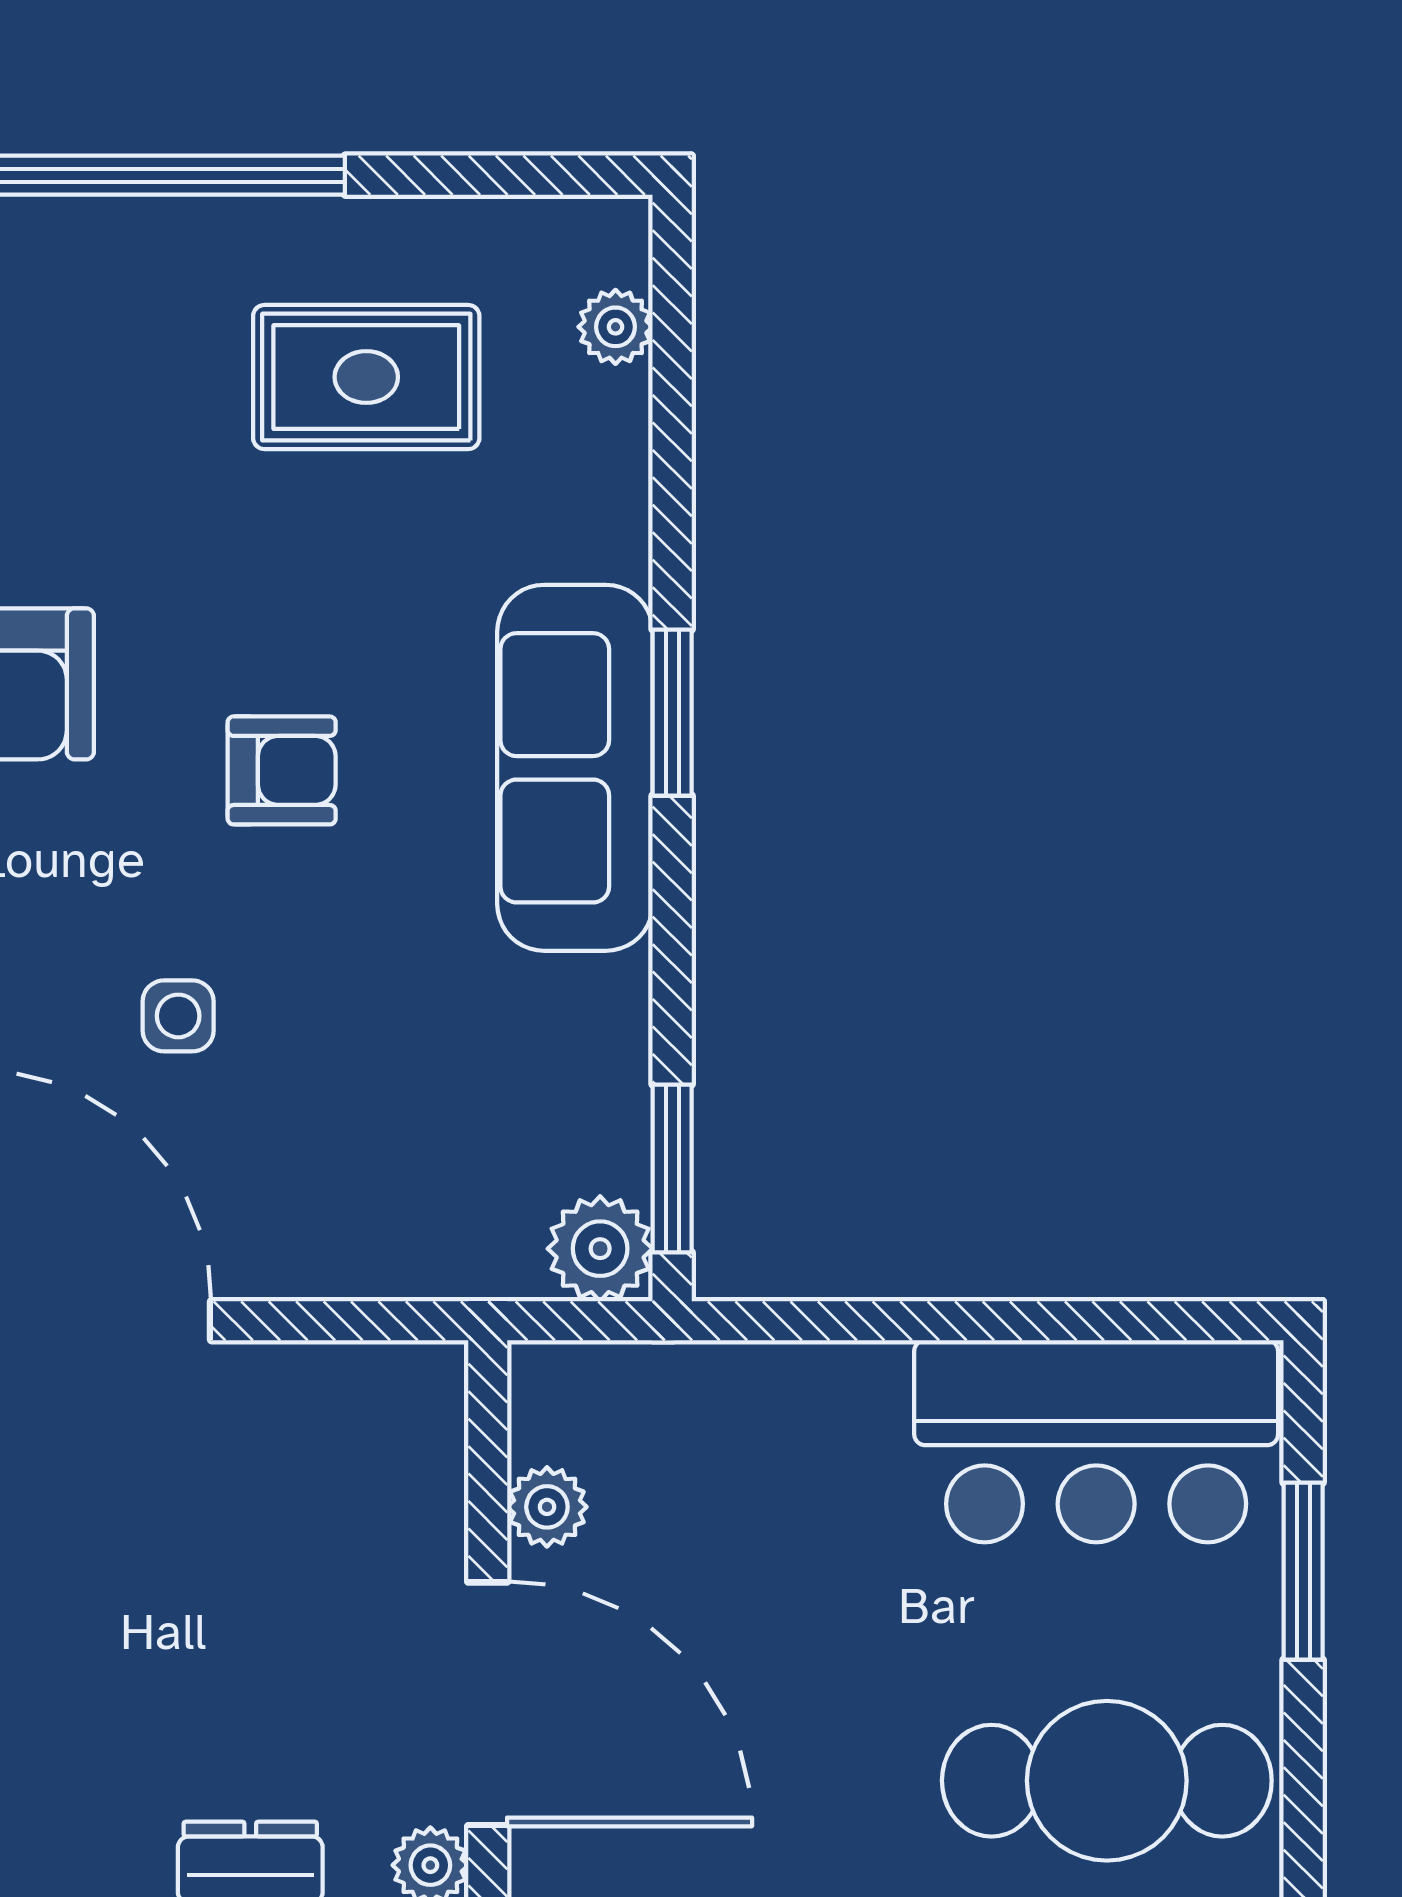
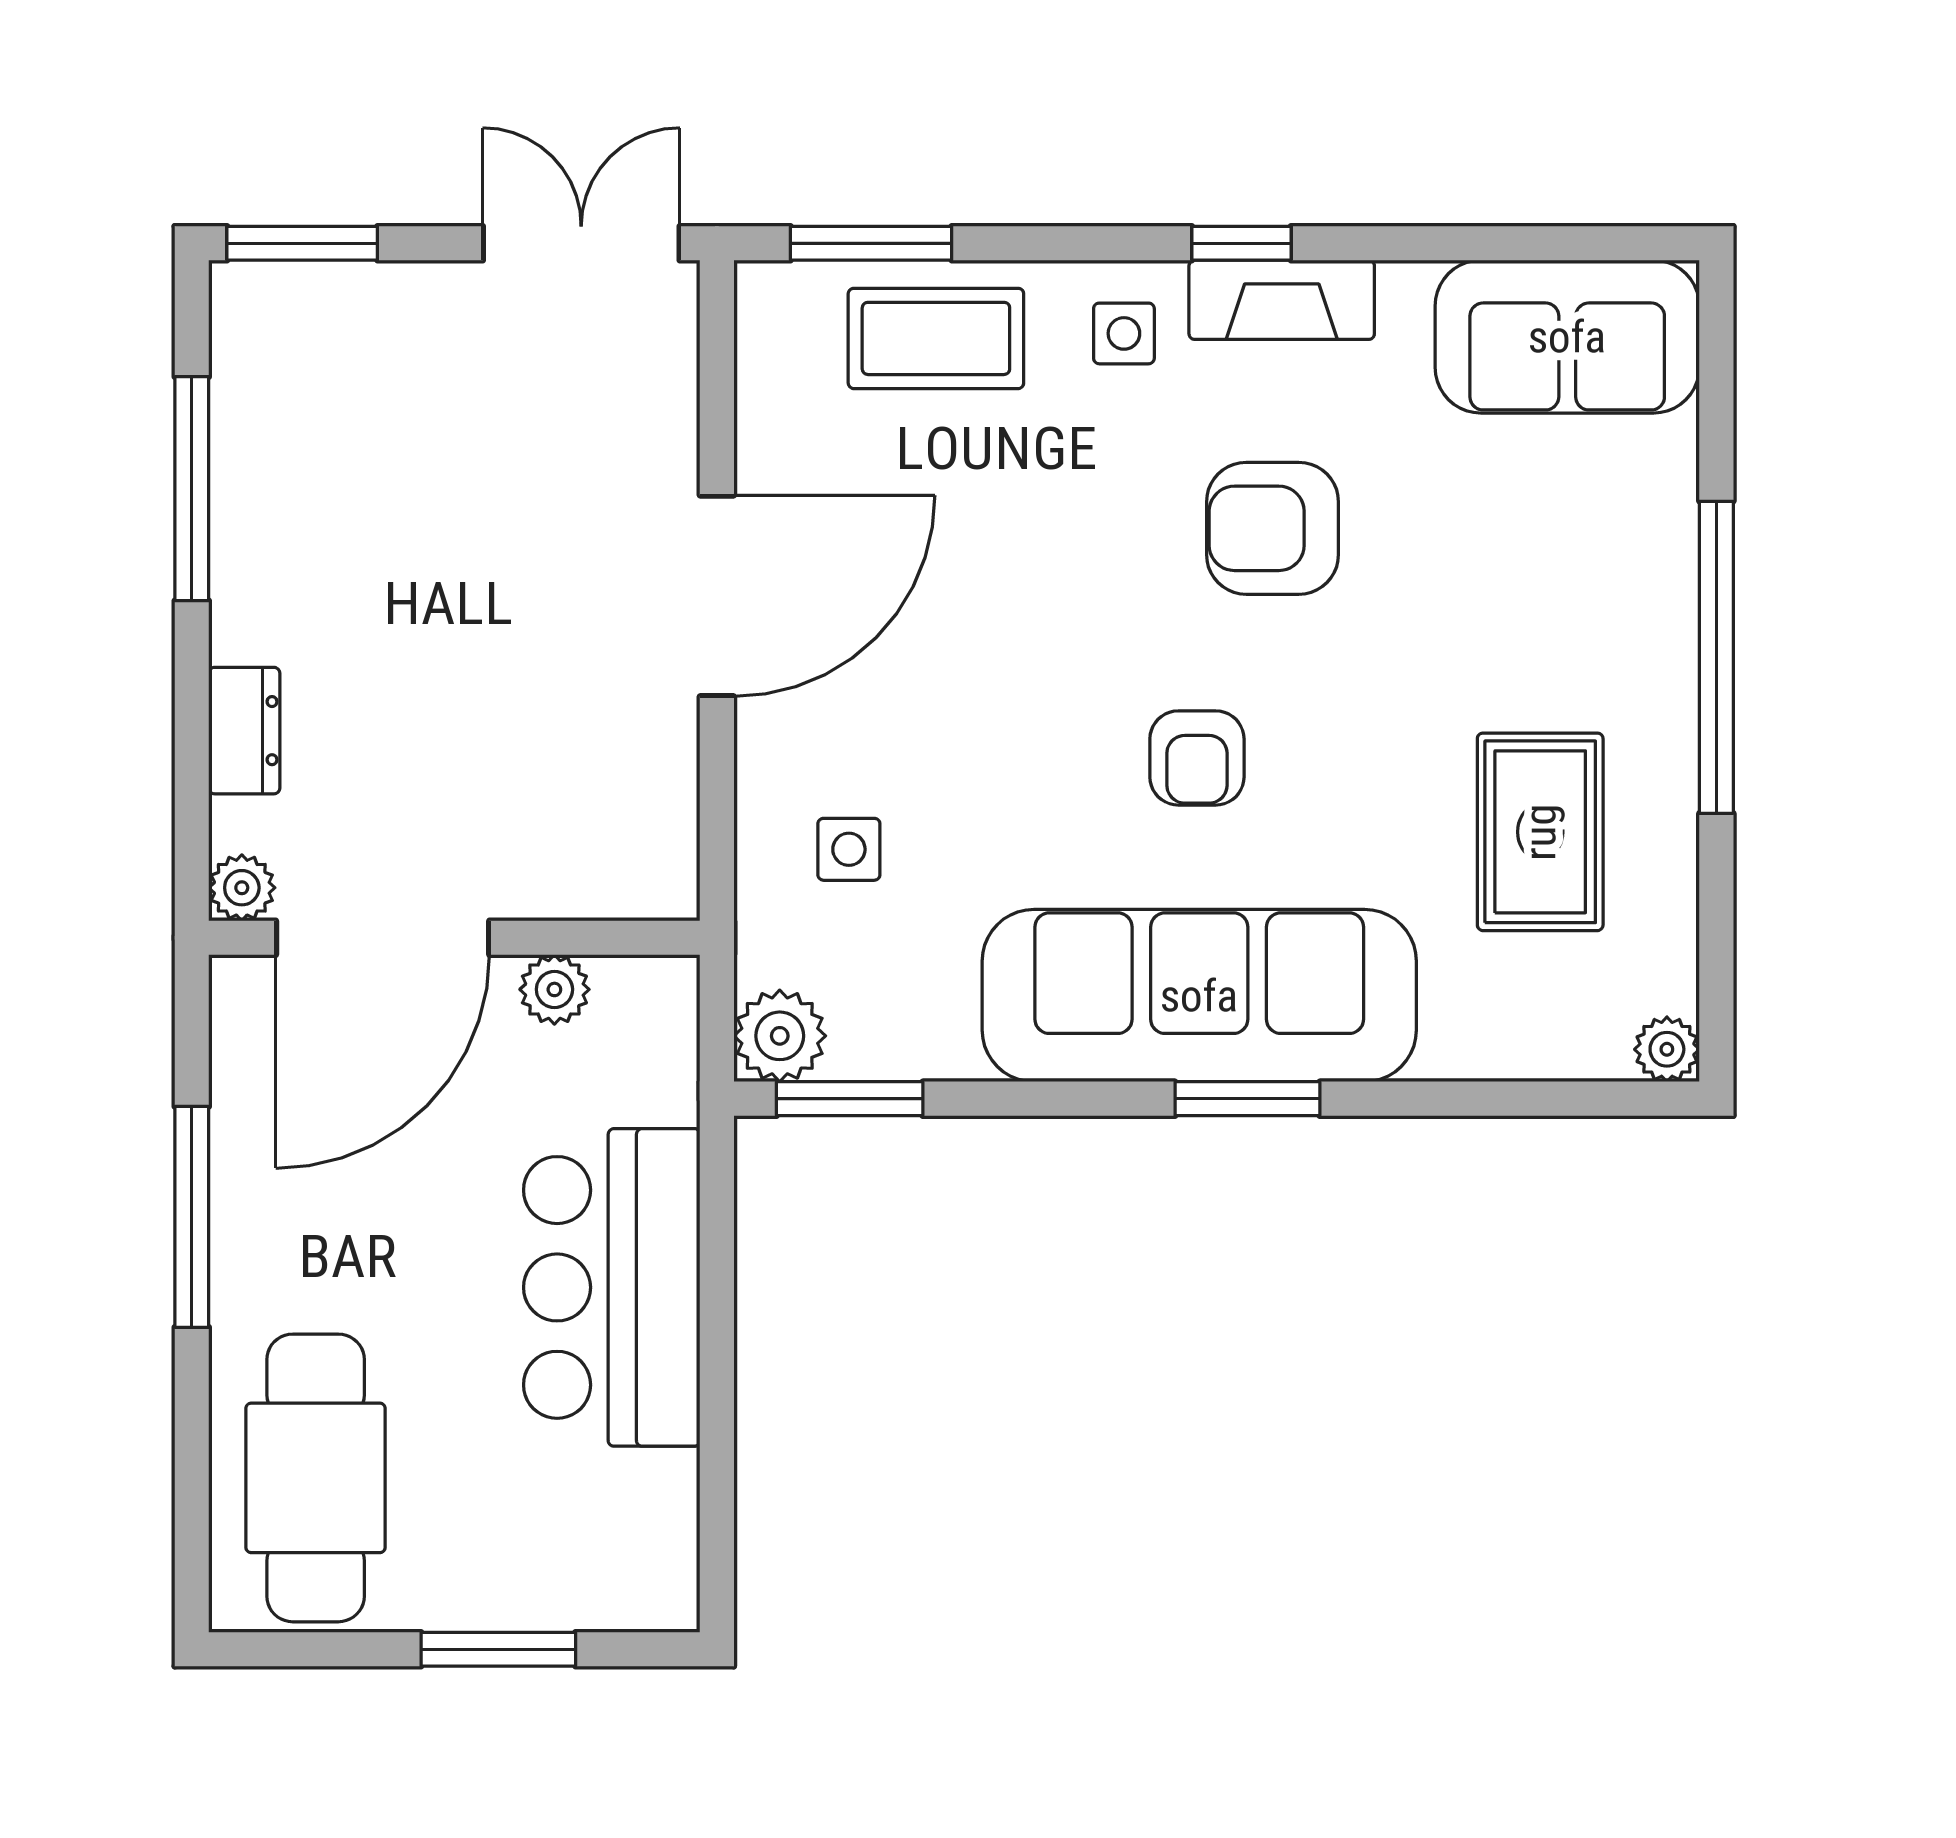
plant: (616, 327) -> (1667, 1049), moved
sofa: (575, 768) -> (1199, 996), width x1.36, depth x1.27
side table: (178, 1016) -> (849, 849), moved
bar counter: (1096, 1441) -> (612, 1287), moved

